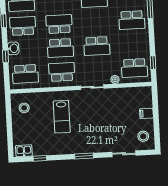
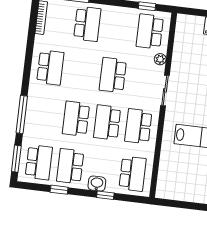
school desk: (97, 46) -> (113, 75), turned 180
school desk: (60, 48) -> (107, 122), turned 180
school desk: (134, 68) -> (150, 31), turned 180
stool: (24, 108) -> (176, 183), removed

